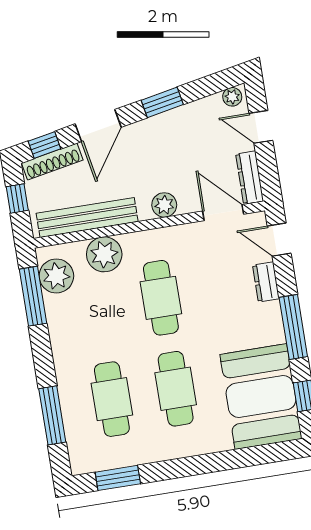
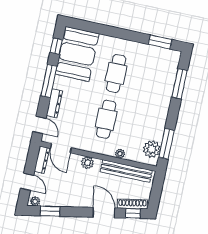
window: (162, 102) -> (50, 211), moved
door: (98, 126) -> (104, 213), hinge flipped
window: (17, 198) -> (156, 193), removed
plant: (104, 254) -> (120, 154), width x0.53, depth x0.53
dresser: (266, 282) -> (54, 103), width x1.44
cafe table: (112, 399) -> (148, 80), removed

